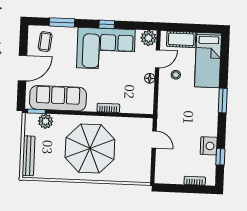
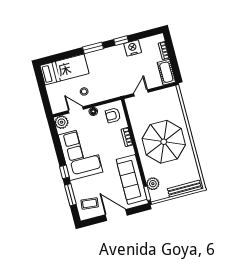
window: (107, 24) -> (64, 172), moved
cot: (181, 39) -> (166, 72), moved
armchair: (138, 100) -> (113, 115), added
window: (220, 157) -> (121, 41), moved

